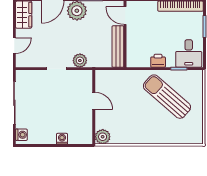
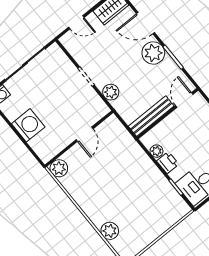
plant: (144, 62) -> (157, 151), added
sun lounger: (167, 97) -> (142, 197), removed
plant: (172, 137) -> (110, 231), added
washing machine: (62, 139) -> (28, 125), width x1.89, depth x1.89

